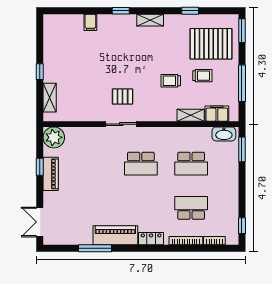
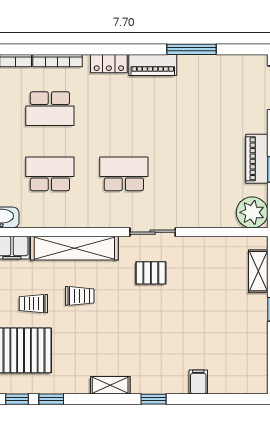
window: (213, 11) -> (17, 399), added
shelving: (191, 115) -> (74, 248), width x2.20, depth x1.33
piano: (115, 235) -> (153, 65), width x0.73, depth x0.75

